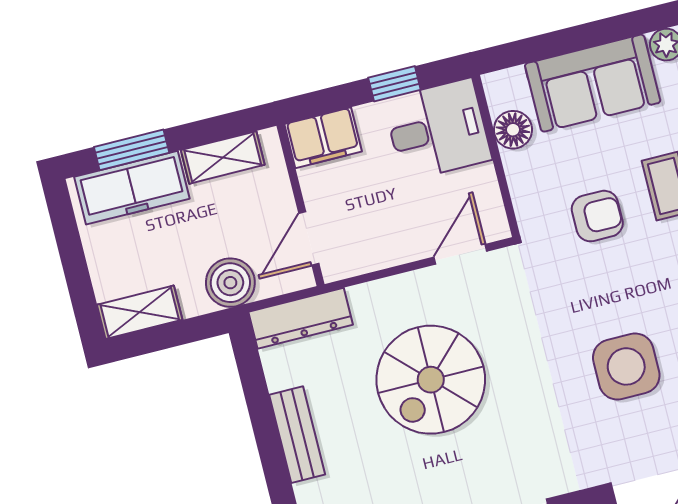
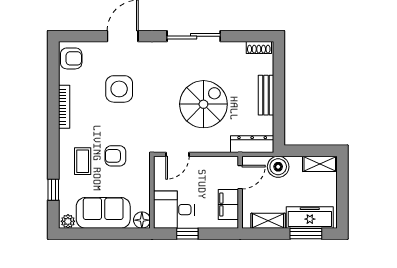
floor lamp: (513, 130) -> (142, 220), moved
filing cabinet: (323, 138) -> (228, 204), moved, turned -90

